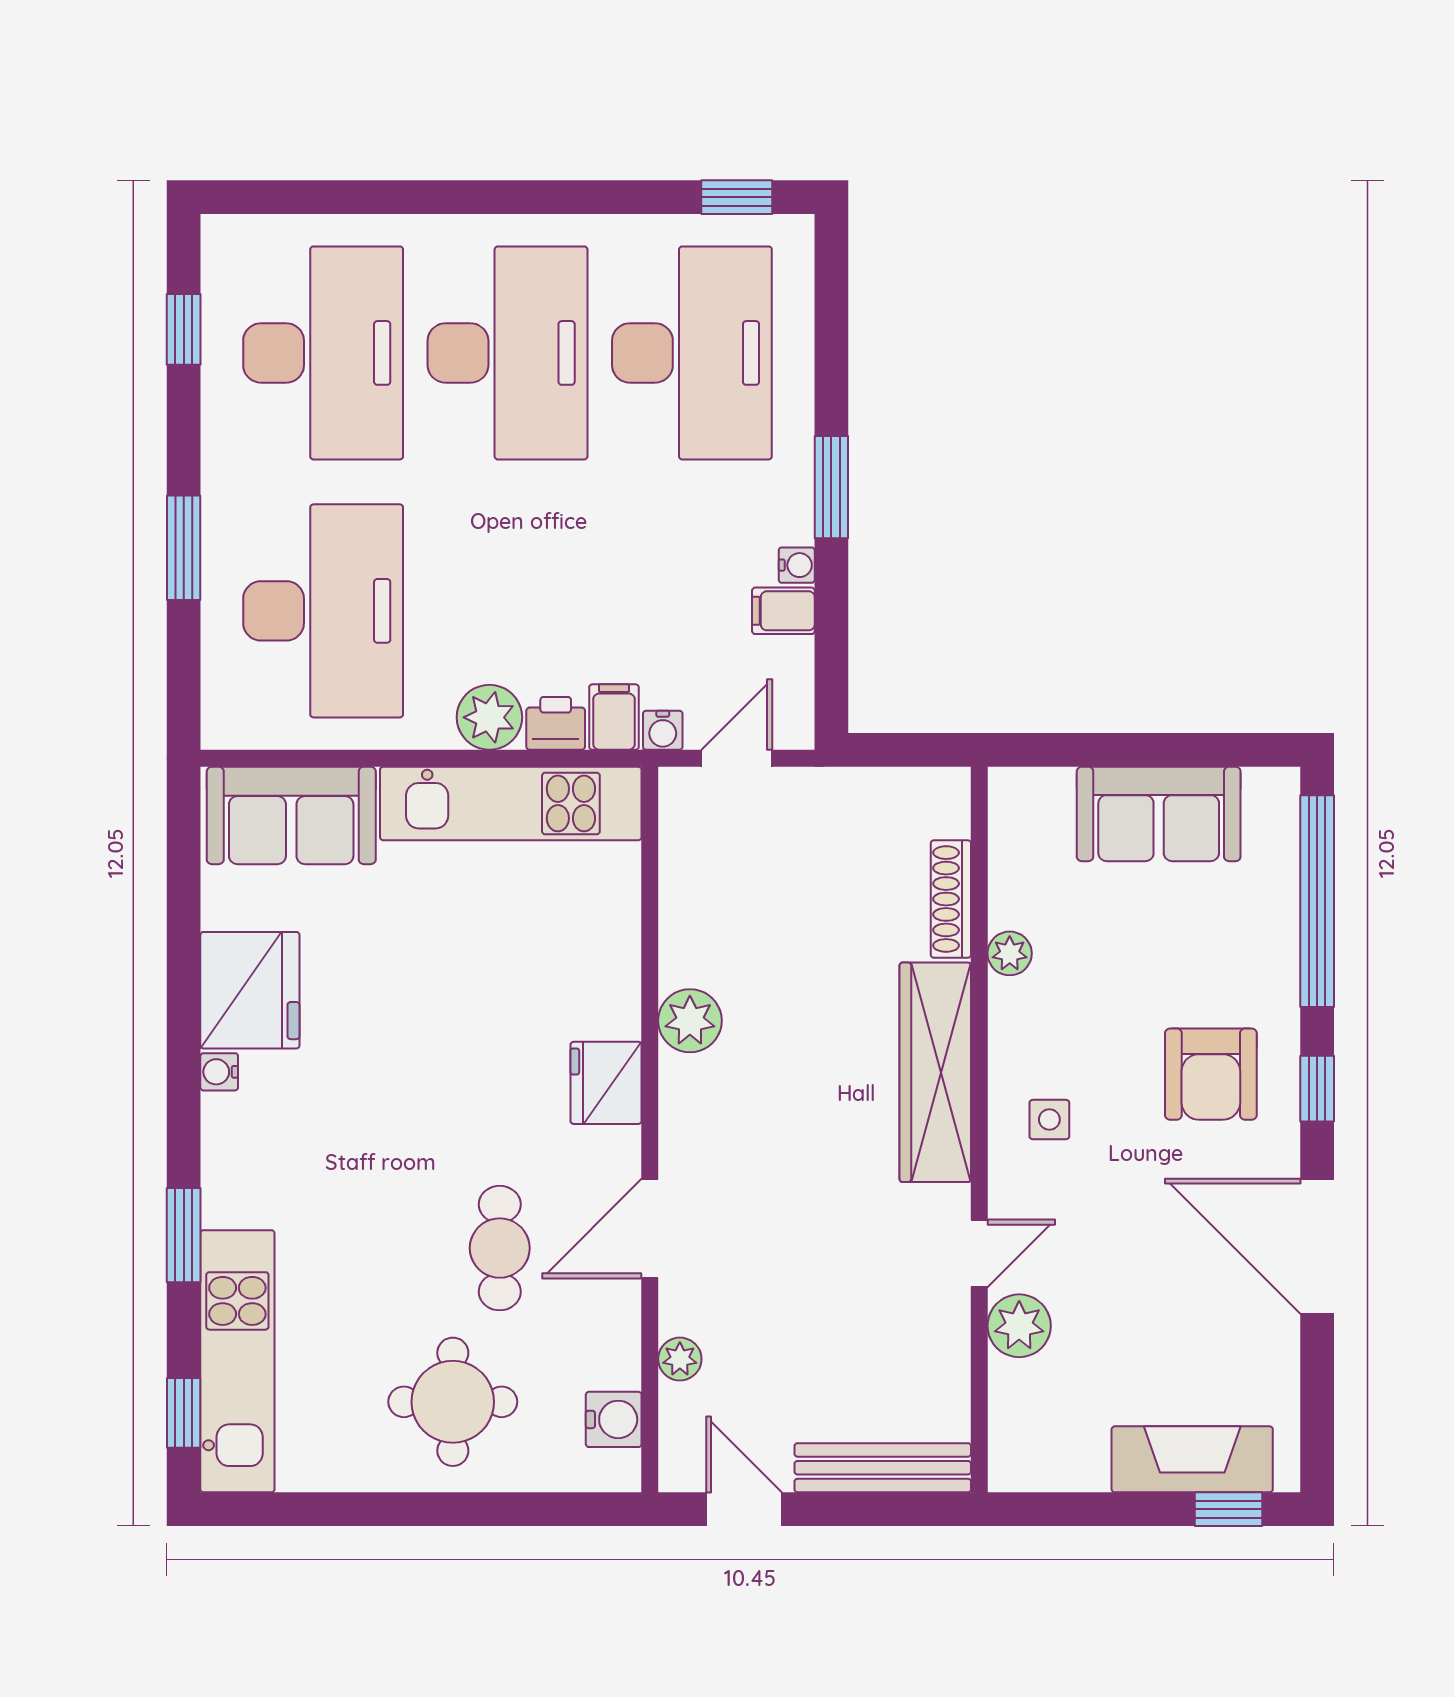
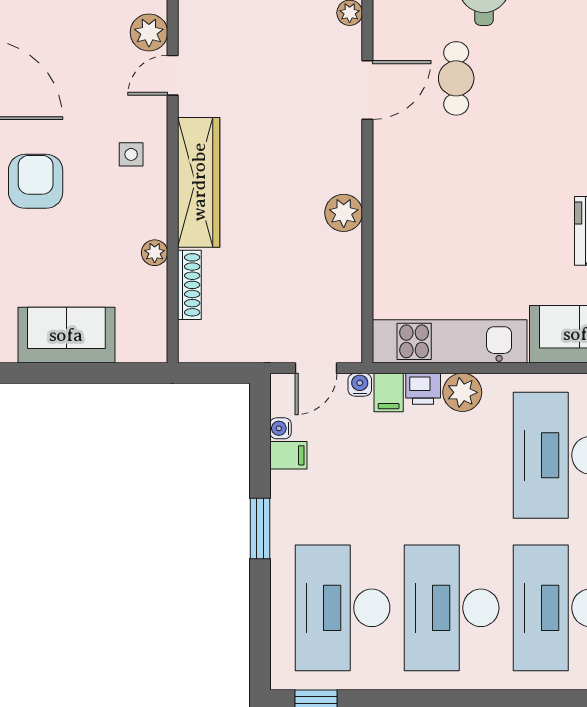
water cooler: (797, 565) -> (281, 428), moved
fridge: (606, 1083) -> (393, 176), removed

